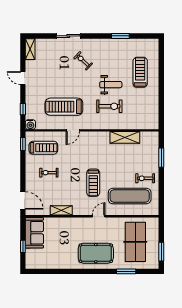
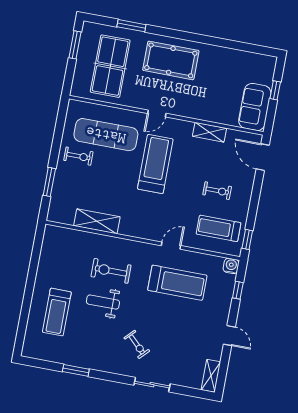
treadmill: (93, 183) -> (155, 164), width x1.37, depth x1.38

